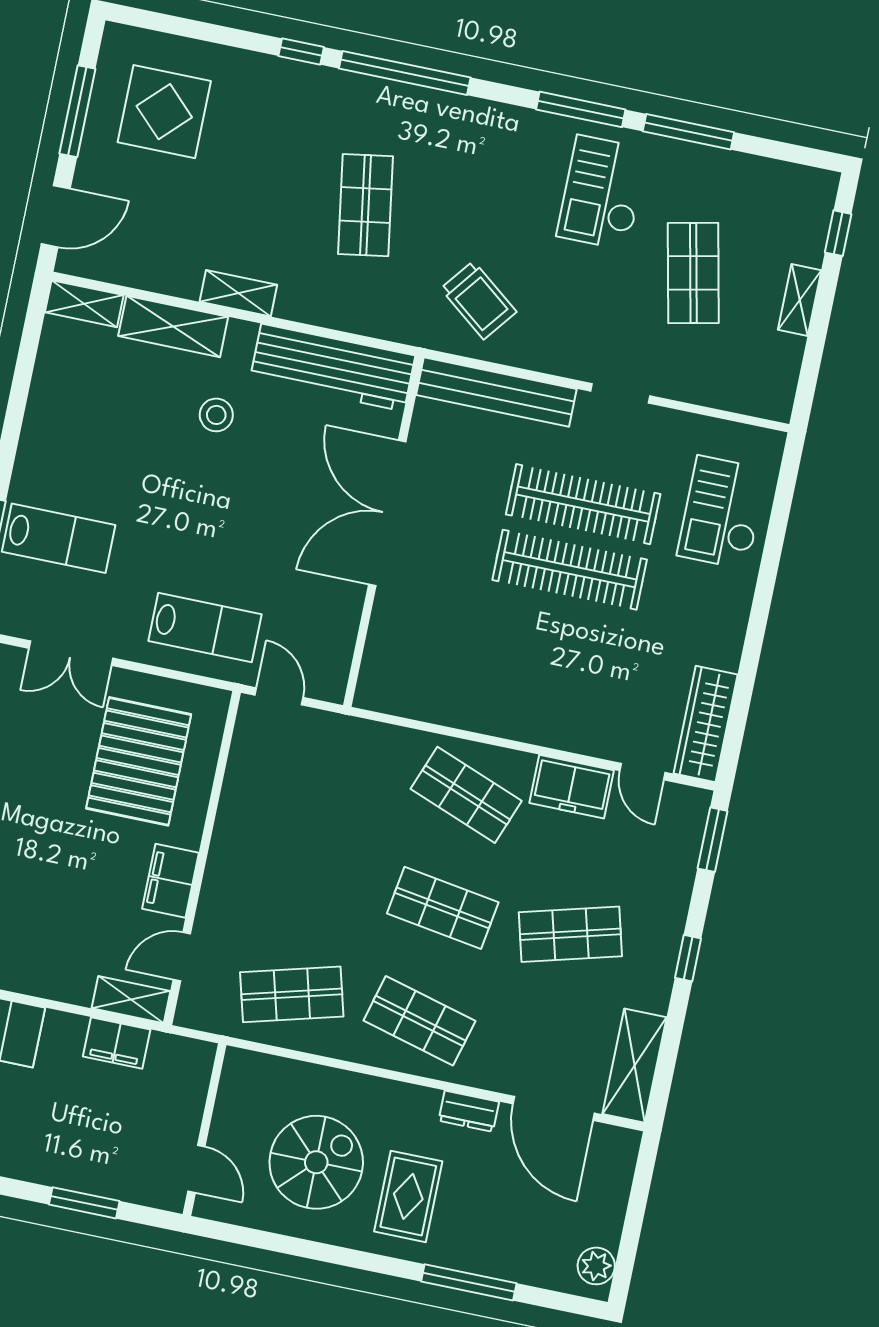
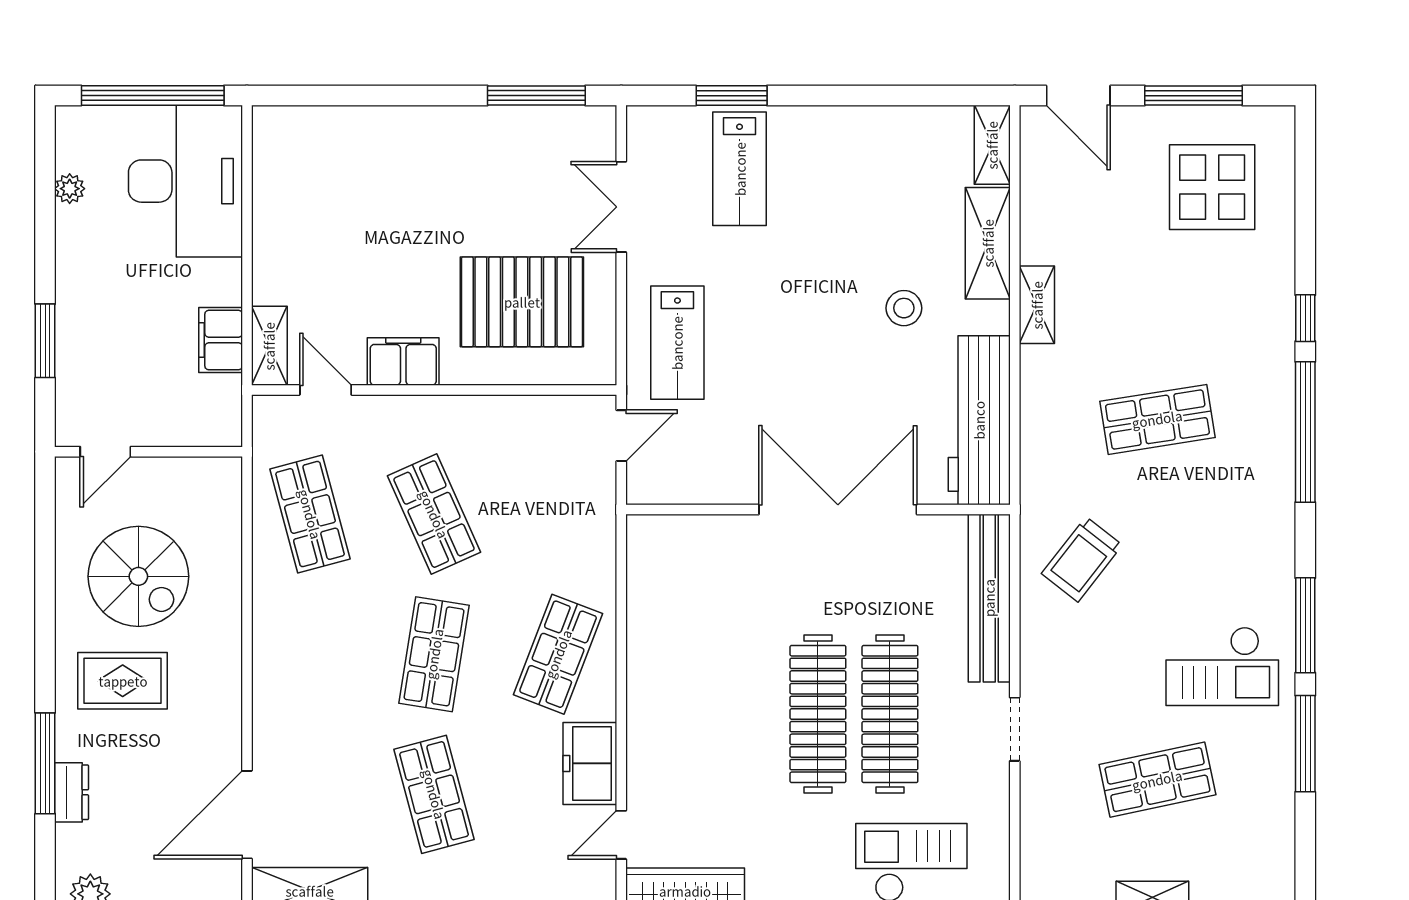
checkout: (602, 193) -> (1222, 666), turned 180
shop shelf: (419, 1021) -> (434, 514), moved, turned -39
dresser: (469, 1111) -> (72, 792), moved, turned 180

